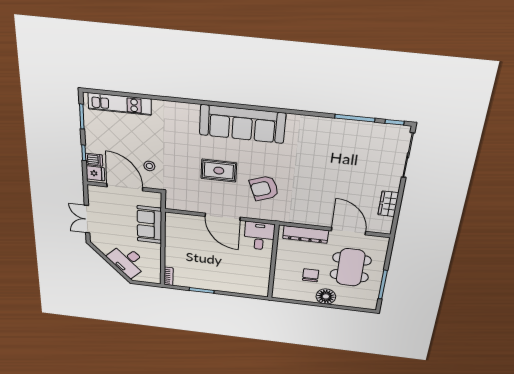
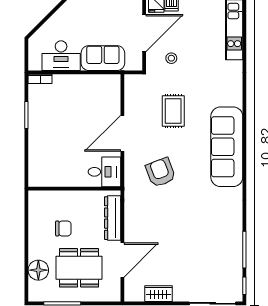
rug: (219, 171) -> (173, 111), moved
desk: (127, 261) -> (61, 56), moved, turned -135
floor lamp: (326, 296) -> (38, 270), moved

